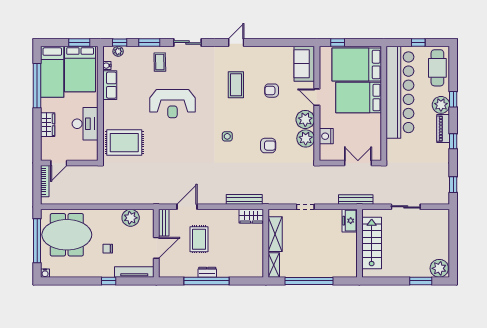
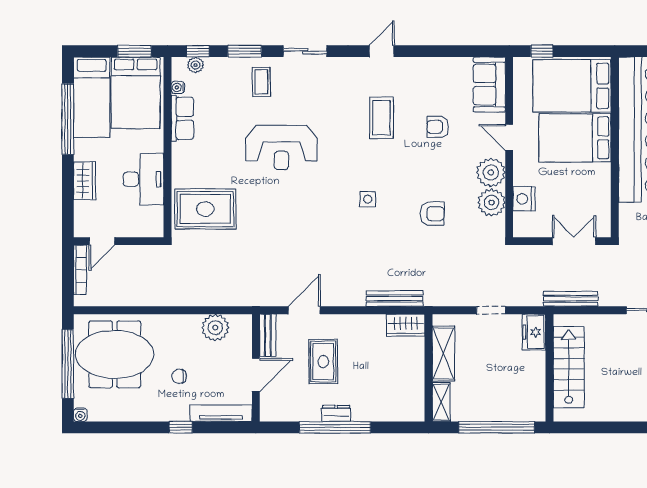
freezer: (350, 221) -> (534, 332), moved
wall: (359, 243) -> (549, 368), moved
stairs: (372, 243) -> (569, 367), moved

